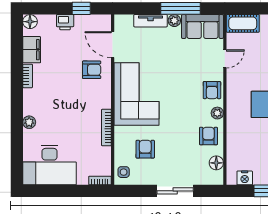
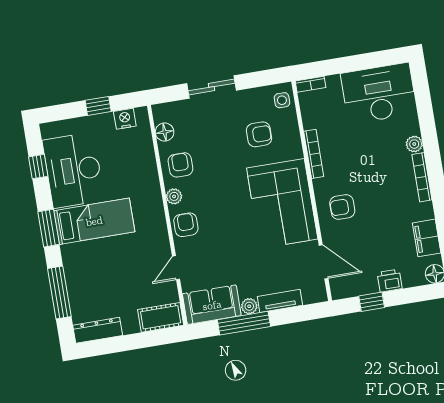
armchair: (92, 70) -> (342, 207), moved
bookcase: (28, 76) -> (422, 177), moved, width x1.56
armchair: (208, 136) -> (180, 165), turned 180
armchair: (145, 149) -> (259, 134), turned -90

